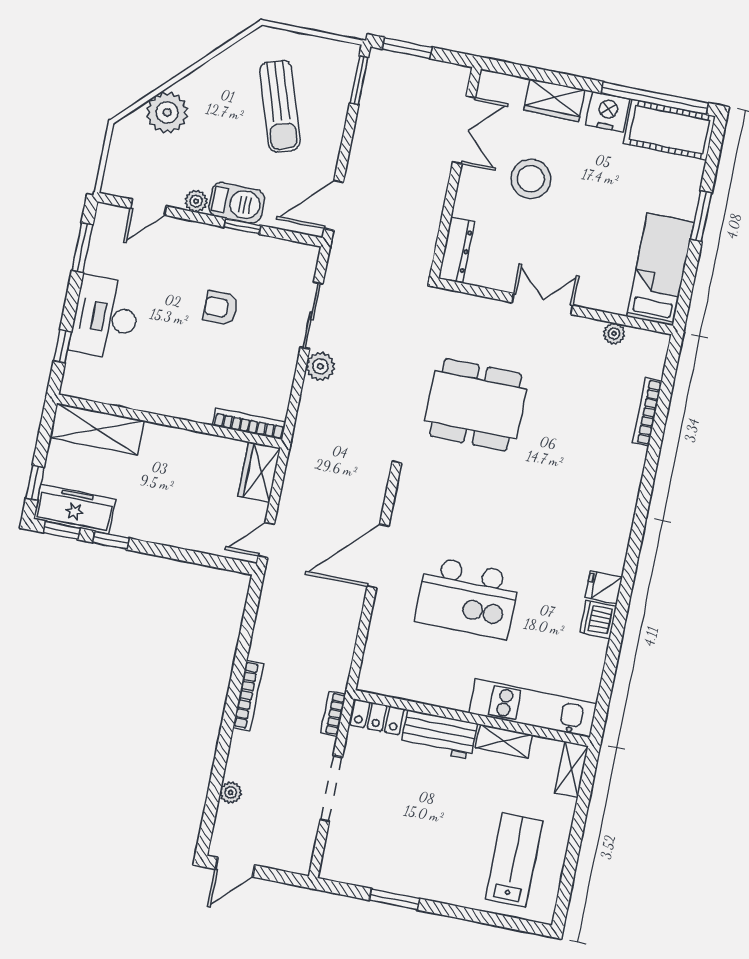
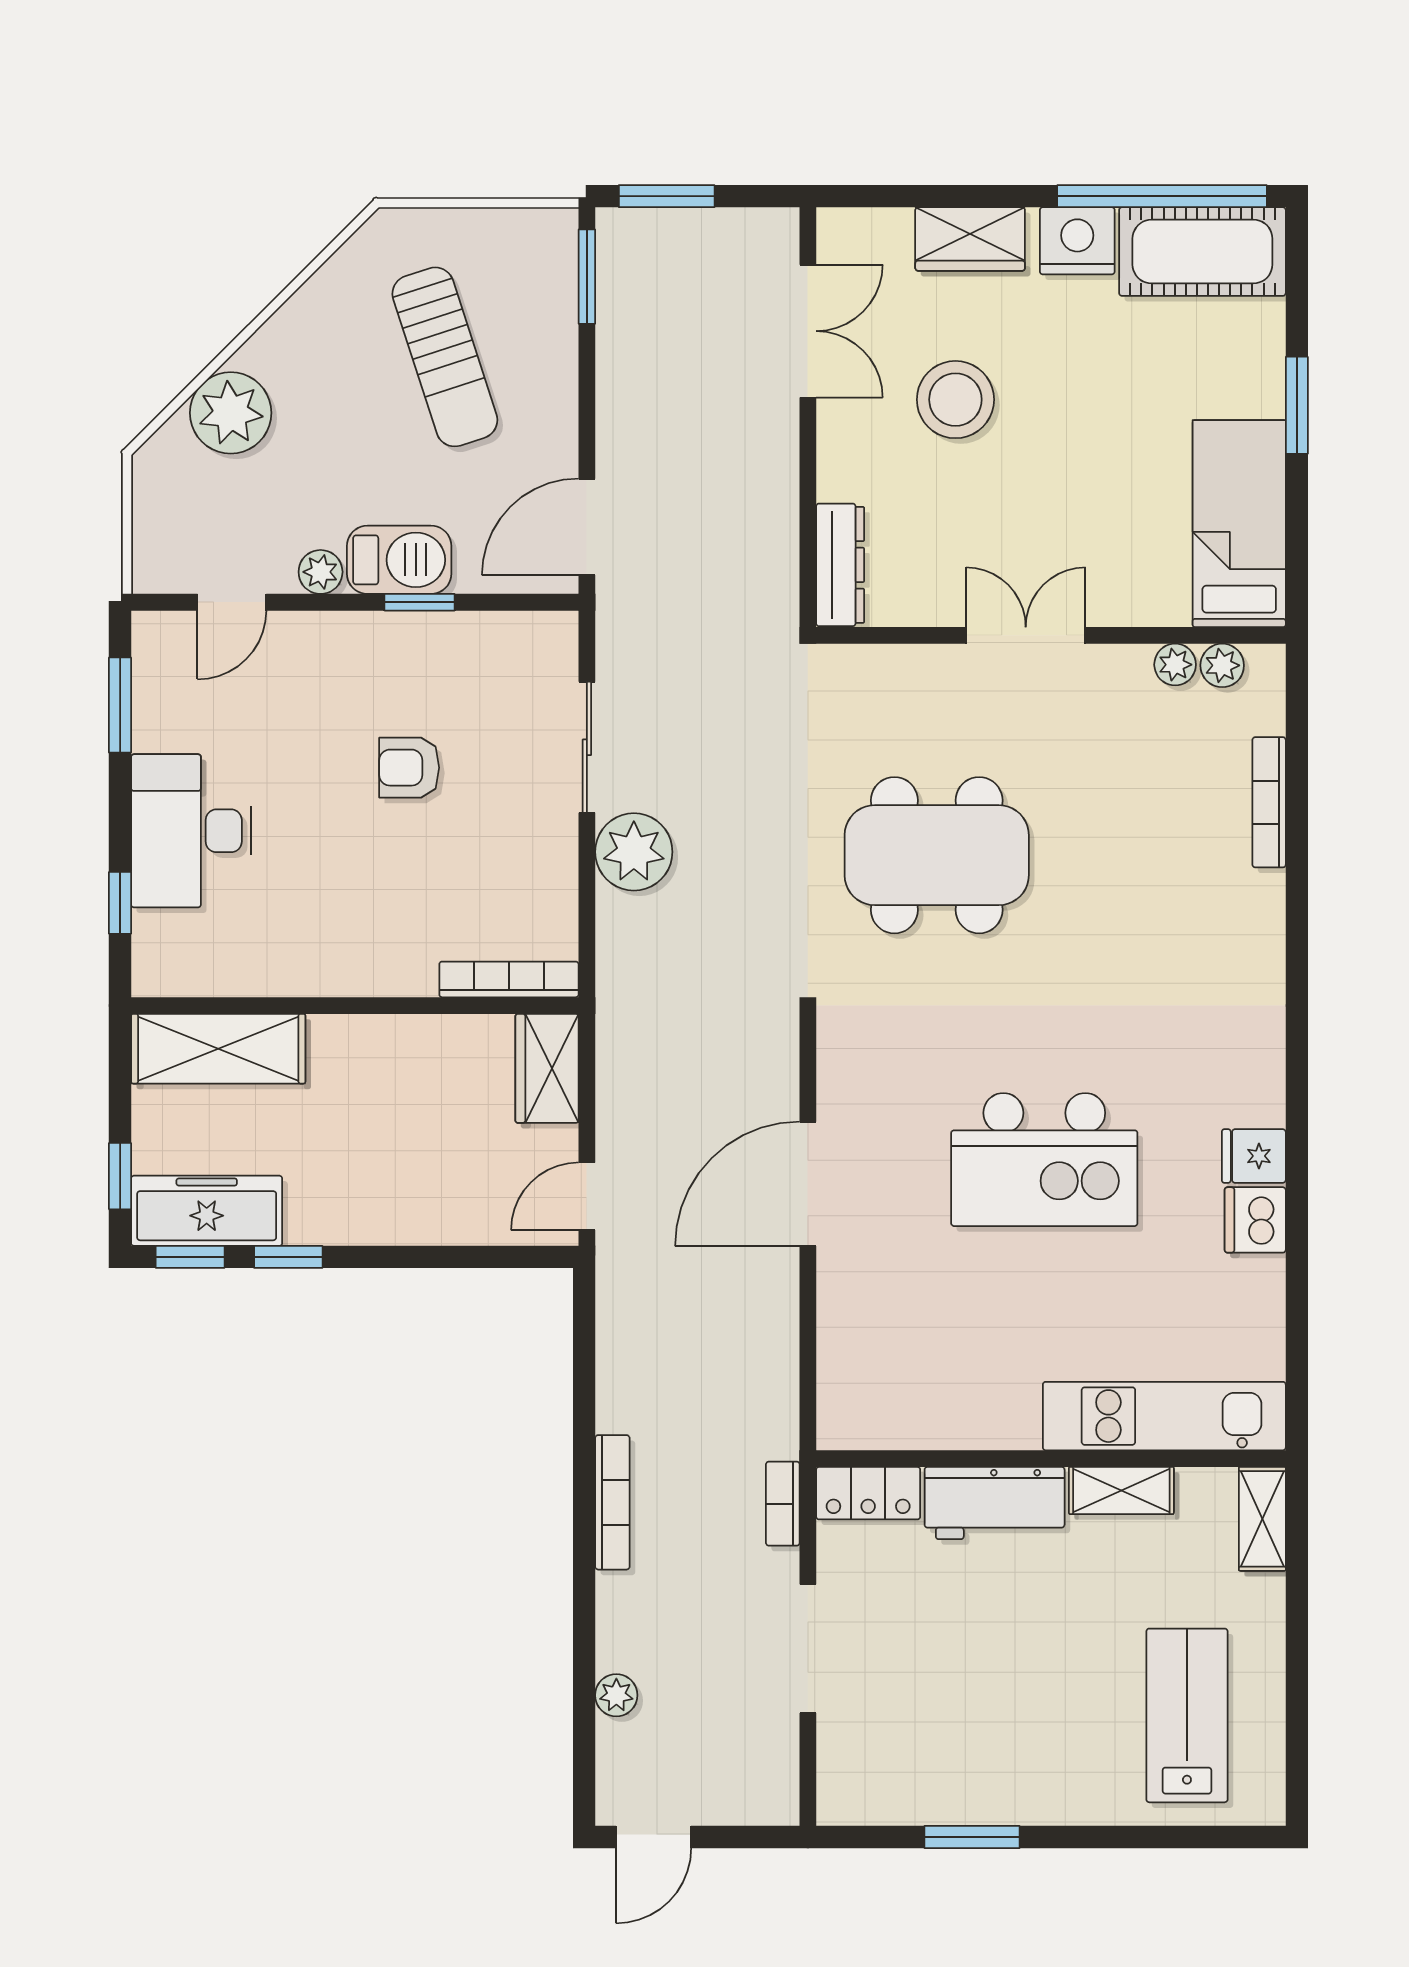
plant: (637, 339) -> (1222, 665), added
plant: (320, 366) -> (634, 852), width x1.36, depth x1.36
kitchen island: (467, 598) -> (1044, 1160), moved

